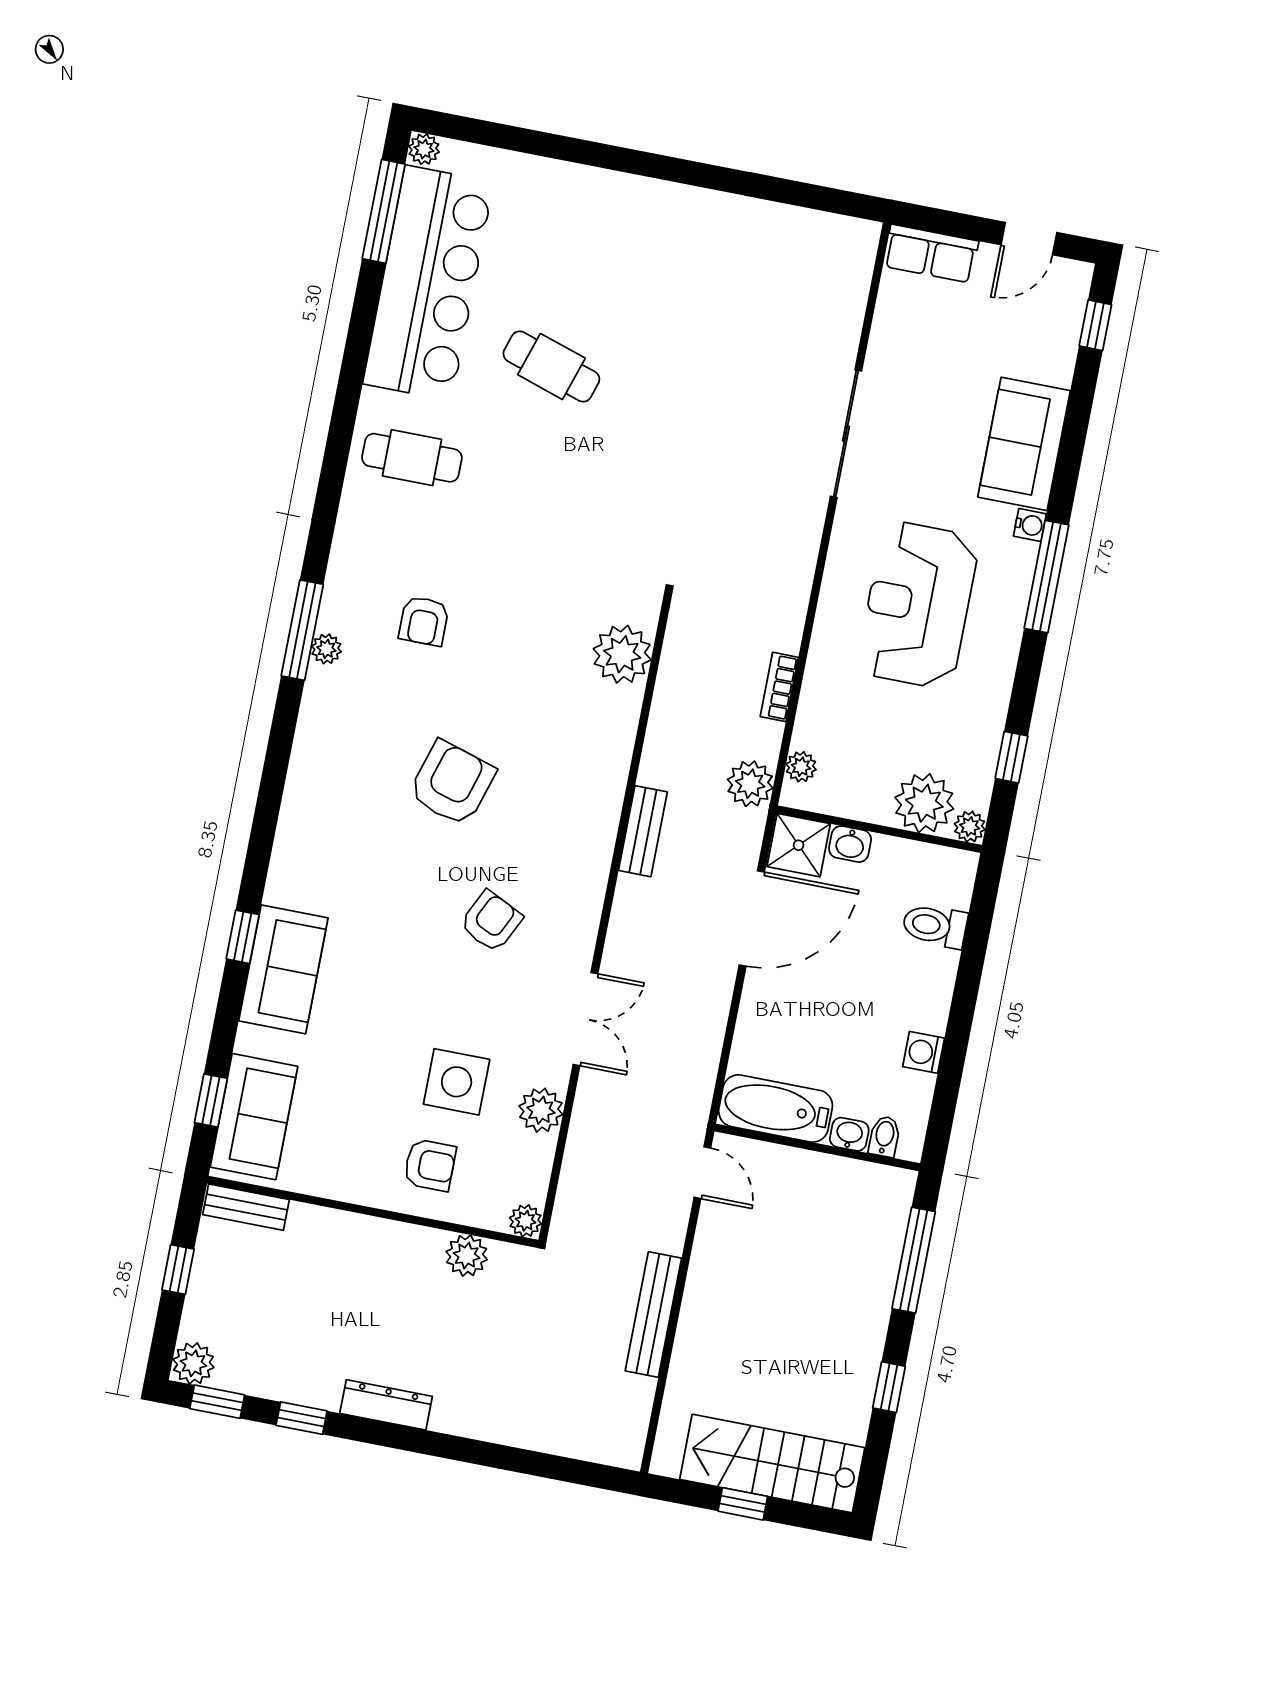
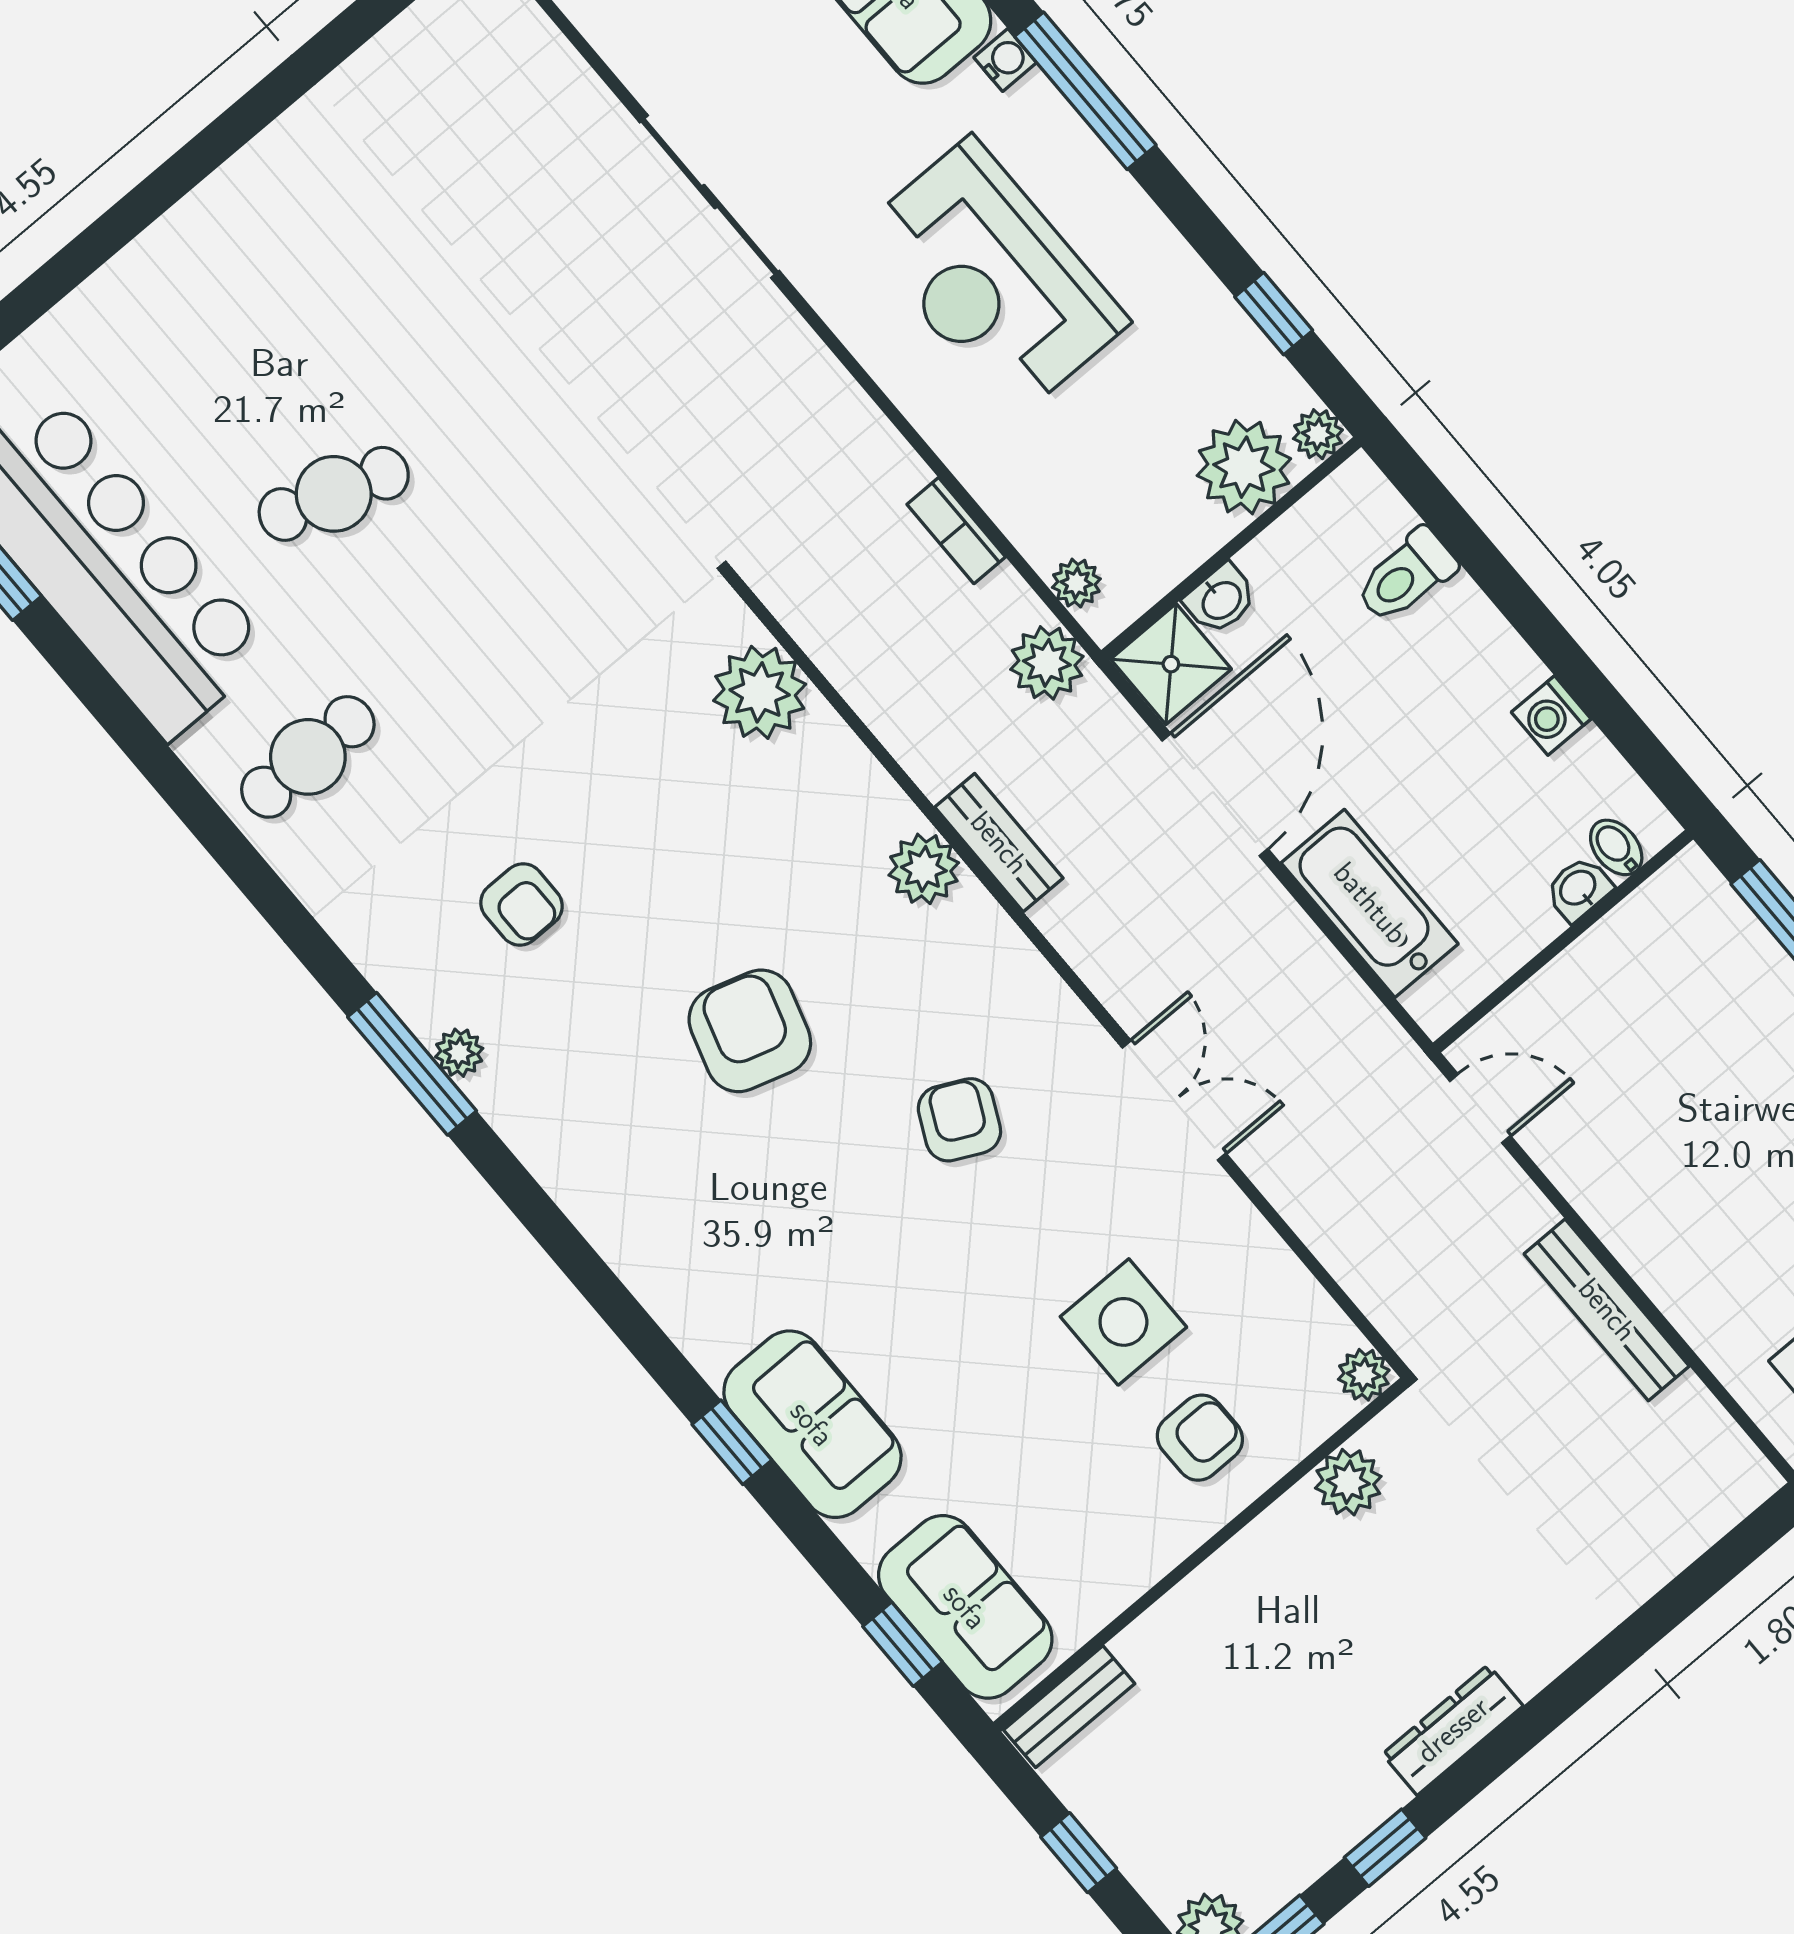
bathtub: (776, 1108) -> (1370, 903), moved, turned 90
plant: (541, 1110) -> (924, 869), moved

